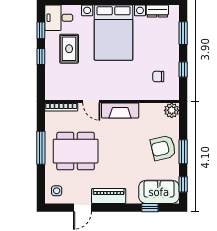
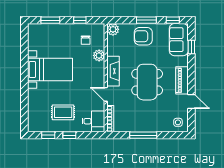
dresser: (157, 11) -> (33, 41), removed
desk: (59, 18) -> (94, 121), moved, turned -90
bed with nightstands: (114, 33) -> (50, 70), width x0.73
plant: (139, 93) -> (99, 55), added
door: (91, 102) -> (106, 94), swing flipped
armchair: (163, 148) -> (143, 36), turned 103
dining table: (76, 151) -> (147, 82), moved

